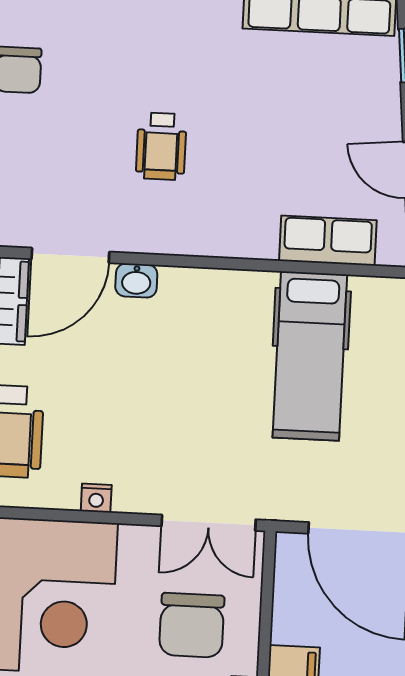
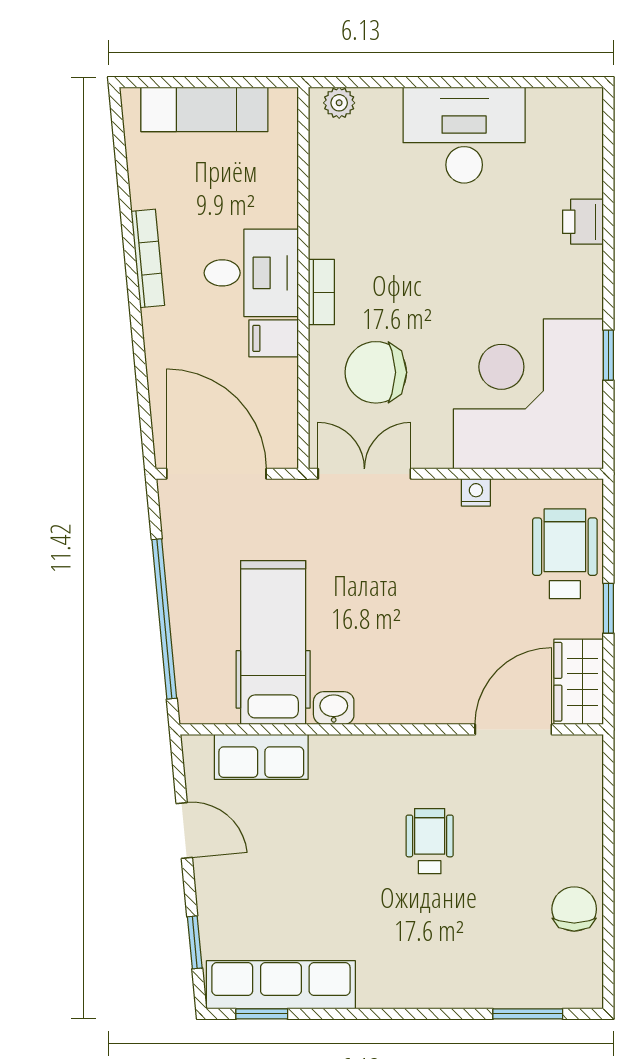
washbasin: (136, 280) -> (334, 708), moved
chair: (192, 625) -> (376, 372), turned -90

